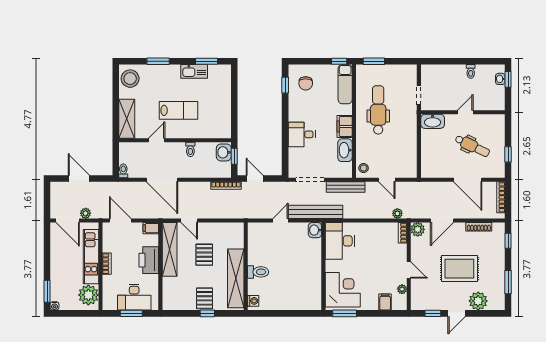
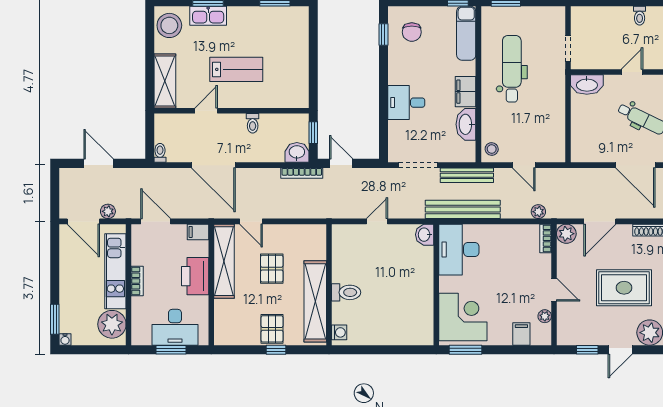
kitchen sink: (194, 71) -> (208, 16), moved
washbasin: (224, 152) -> (297, 152), moved, turned 90
bench: (316, 212) -> (463, 209), moved

